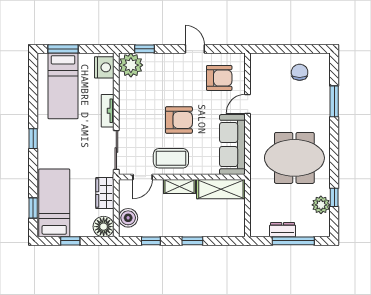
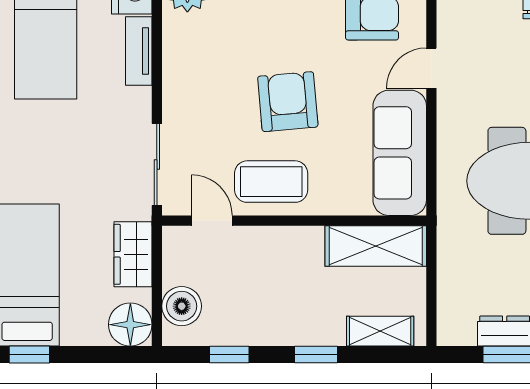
tv unit: (108, 111) -> (139, 51), moved
armchair: (179, 120) -> (288, 102), turned -95
door: (143, 177) -> (212, 221), swing flipped
shelving: (179, 187) -> (380, 331), moved
window: (70, 241) -> (29, 355), moved

